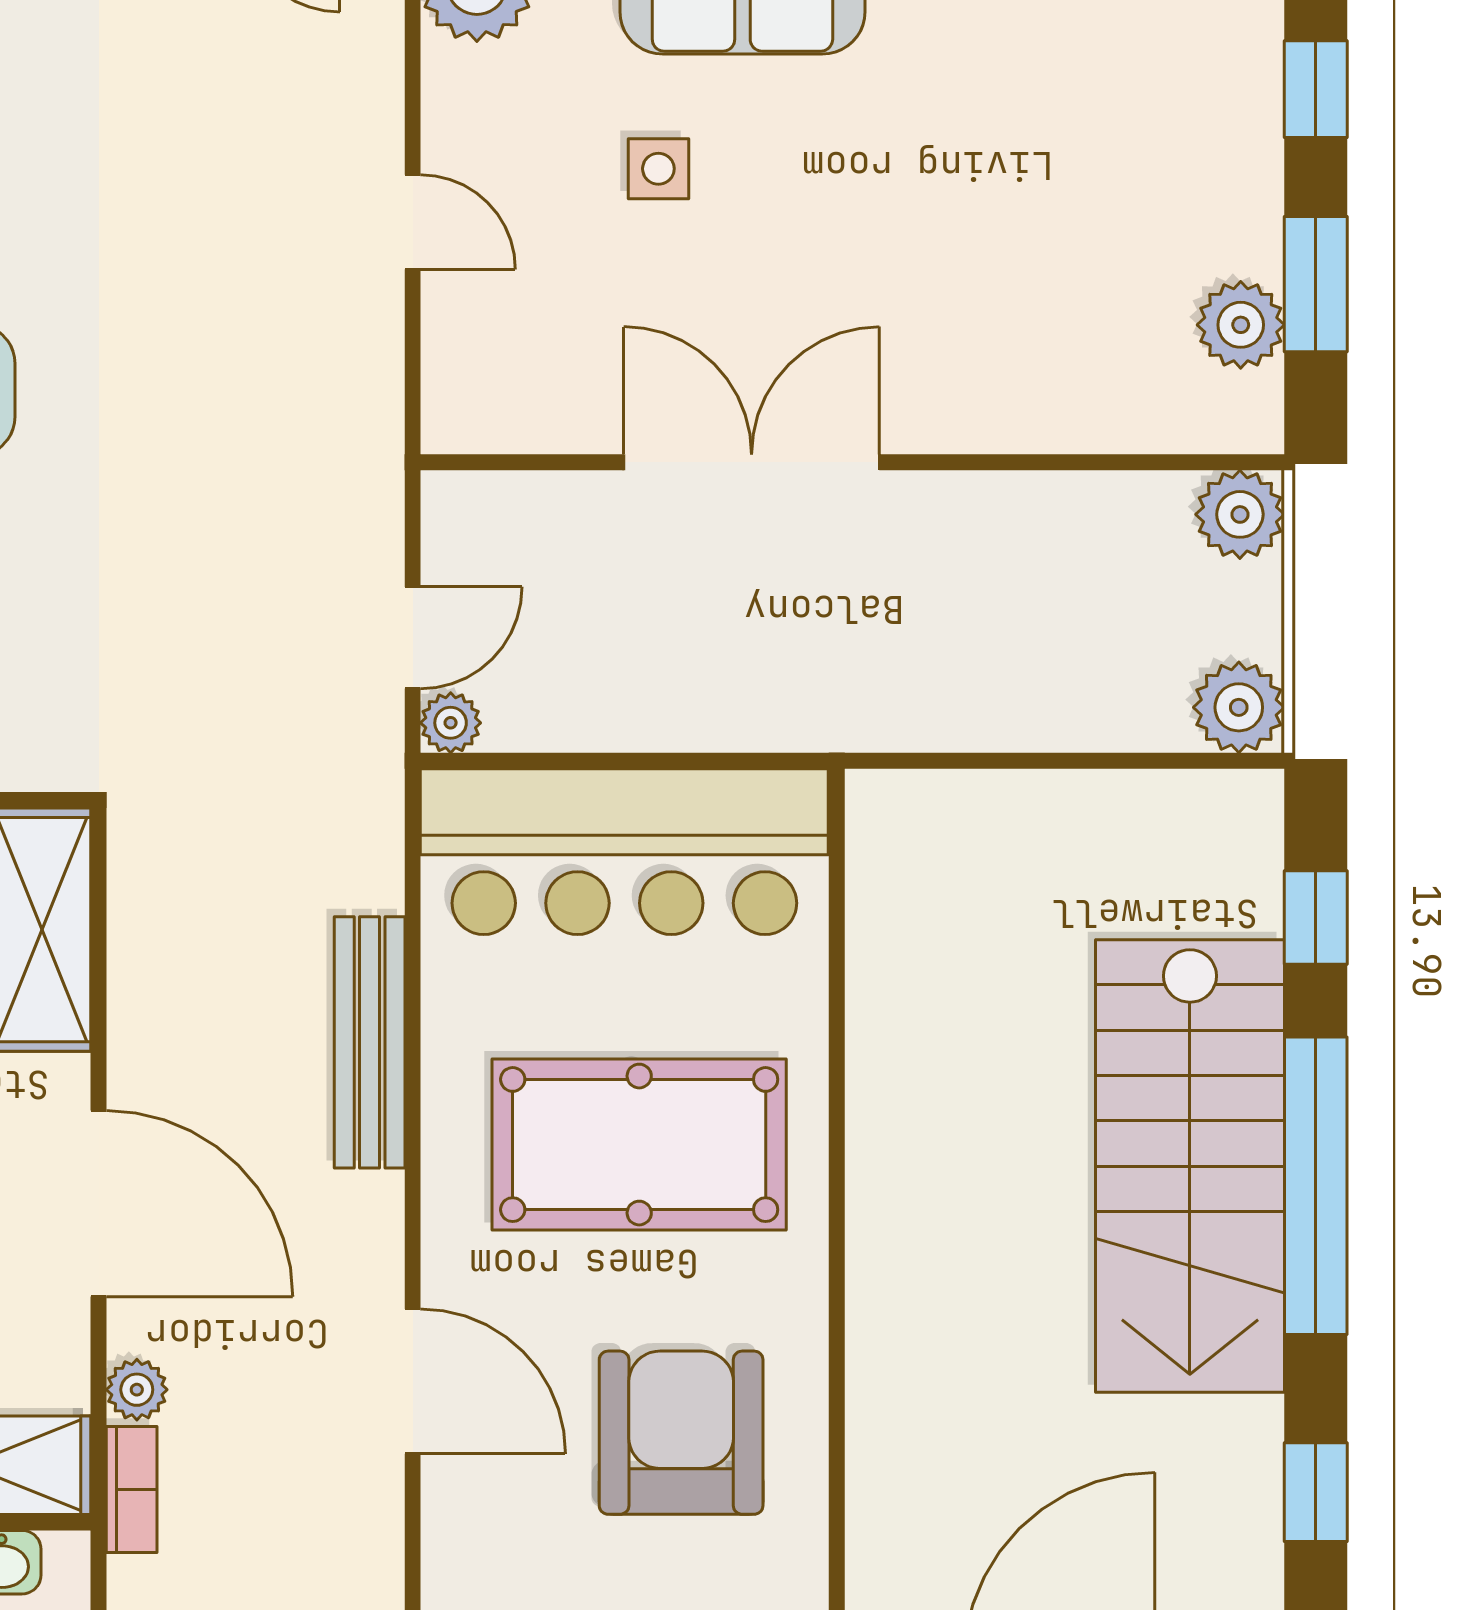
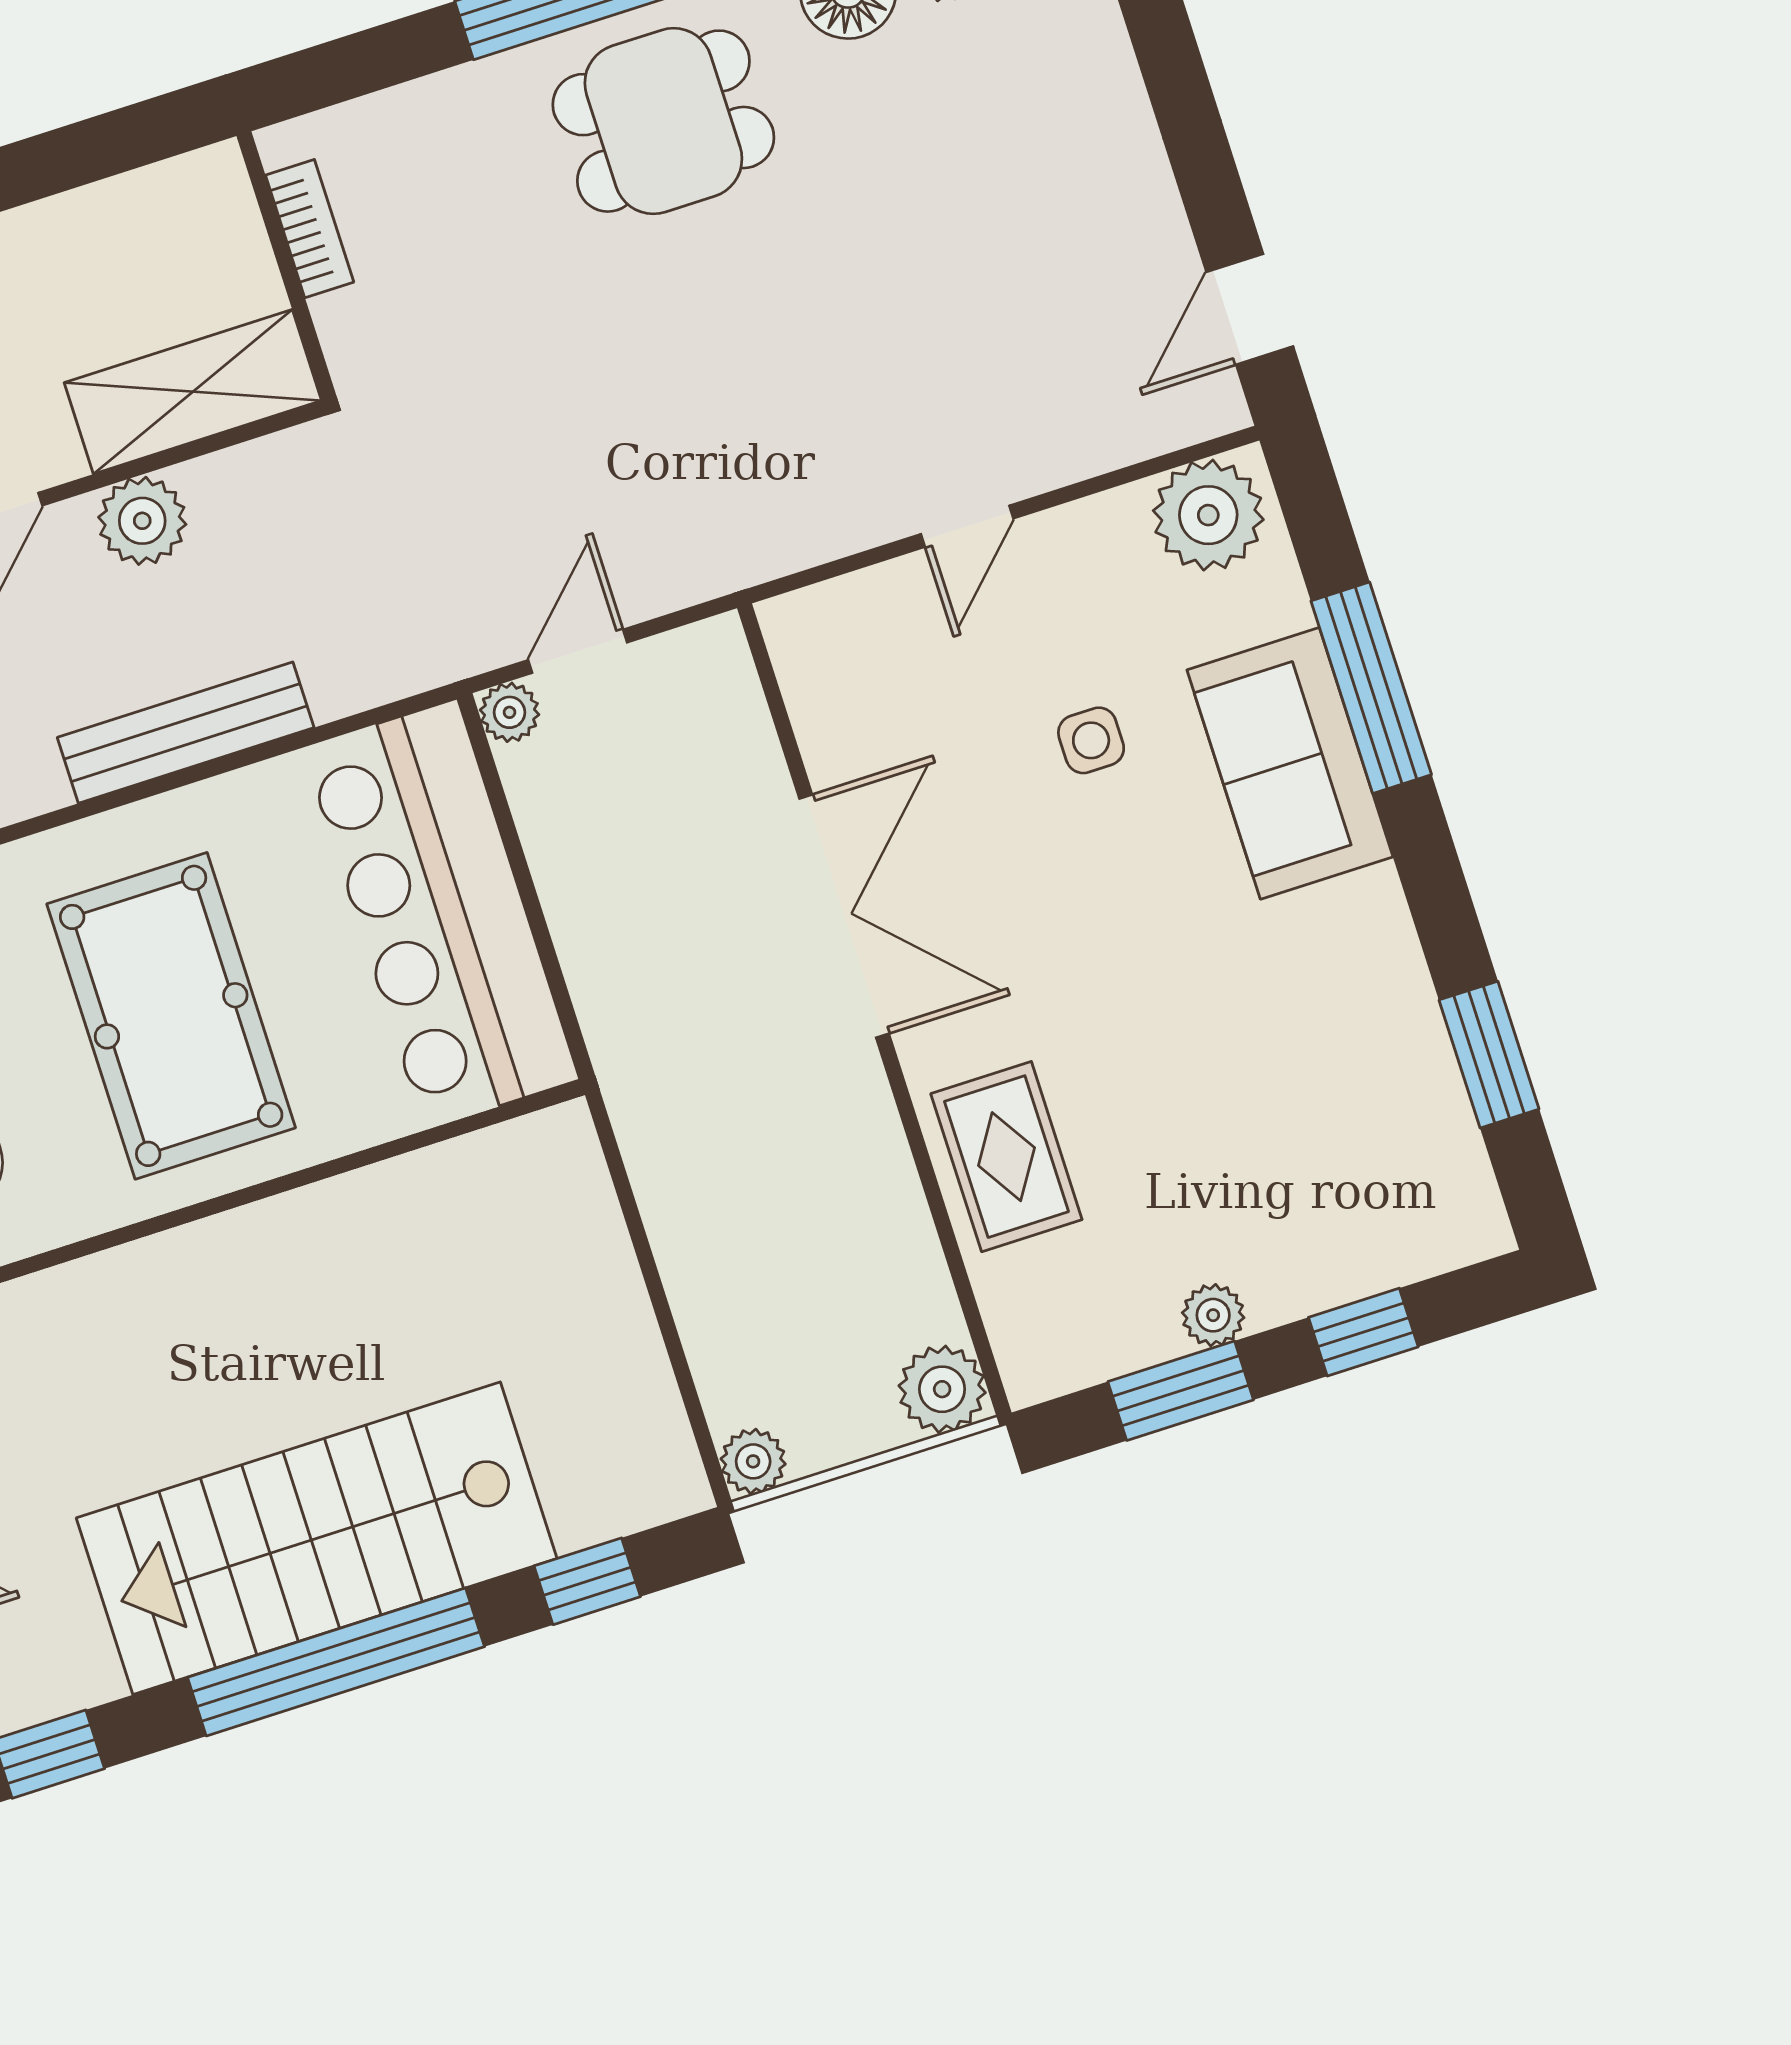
plant: (1241, 325) -> (1213, 1315), moved, width x0.73, depth x0.73
rug: (1035, 380) -> (1006, 1157), added
door: (413, 638) -> (578, 651), swing flipped
plant: (1239, 707) -> (753, 1461), width x0.73, depth x0.73
plant: (151, 1019) -> (142, 521), added

